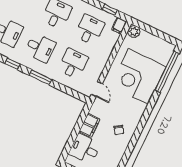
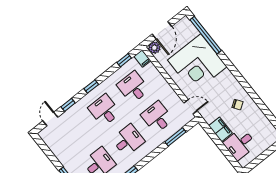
door: (153, 31) -> (162, 30), added
window: (41, 77) -> (175, 137), moved

